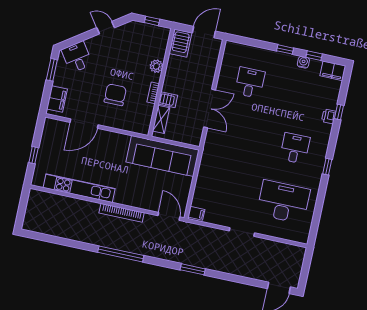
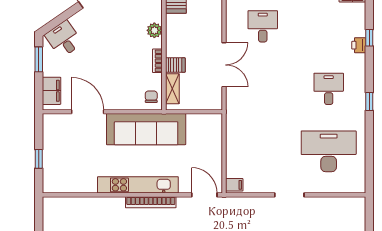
chair: (115, 95) -> (151, 97), moved, width x0.54, depth x0.54
door: (84, 124) -> (88, 112), swing flipped
sofa: (163, 156) -> (146, 129), moved
kitchen unit: (79, 188) -> (138, 185), moved

